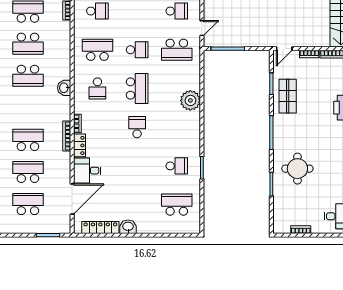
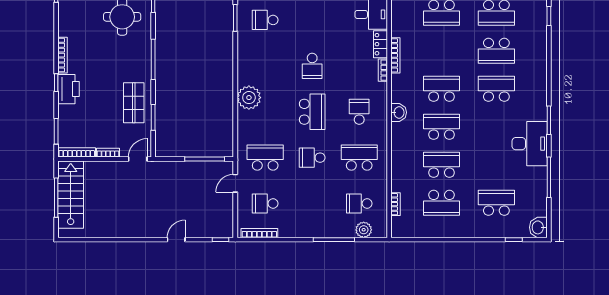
school desk: (97, 50) -> (359, 158), turned 180
school desk: (137, 88) -> (312, 112), turned 180
school desk: (28, 140) -> (442, 89), moved, turned 180

